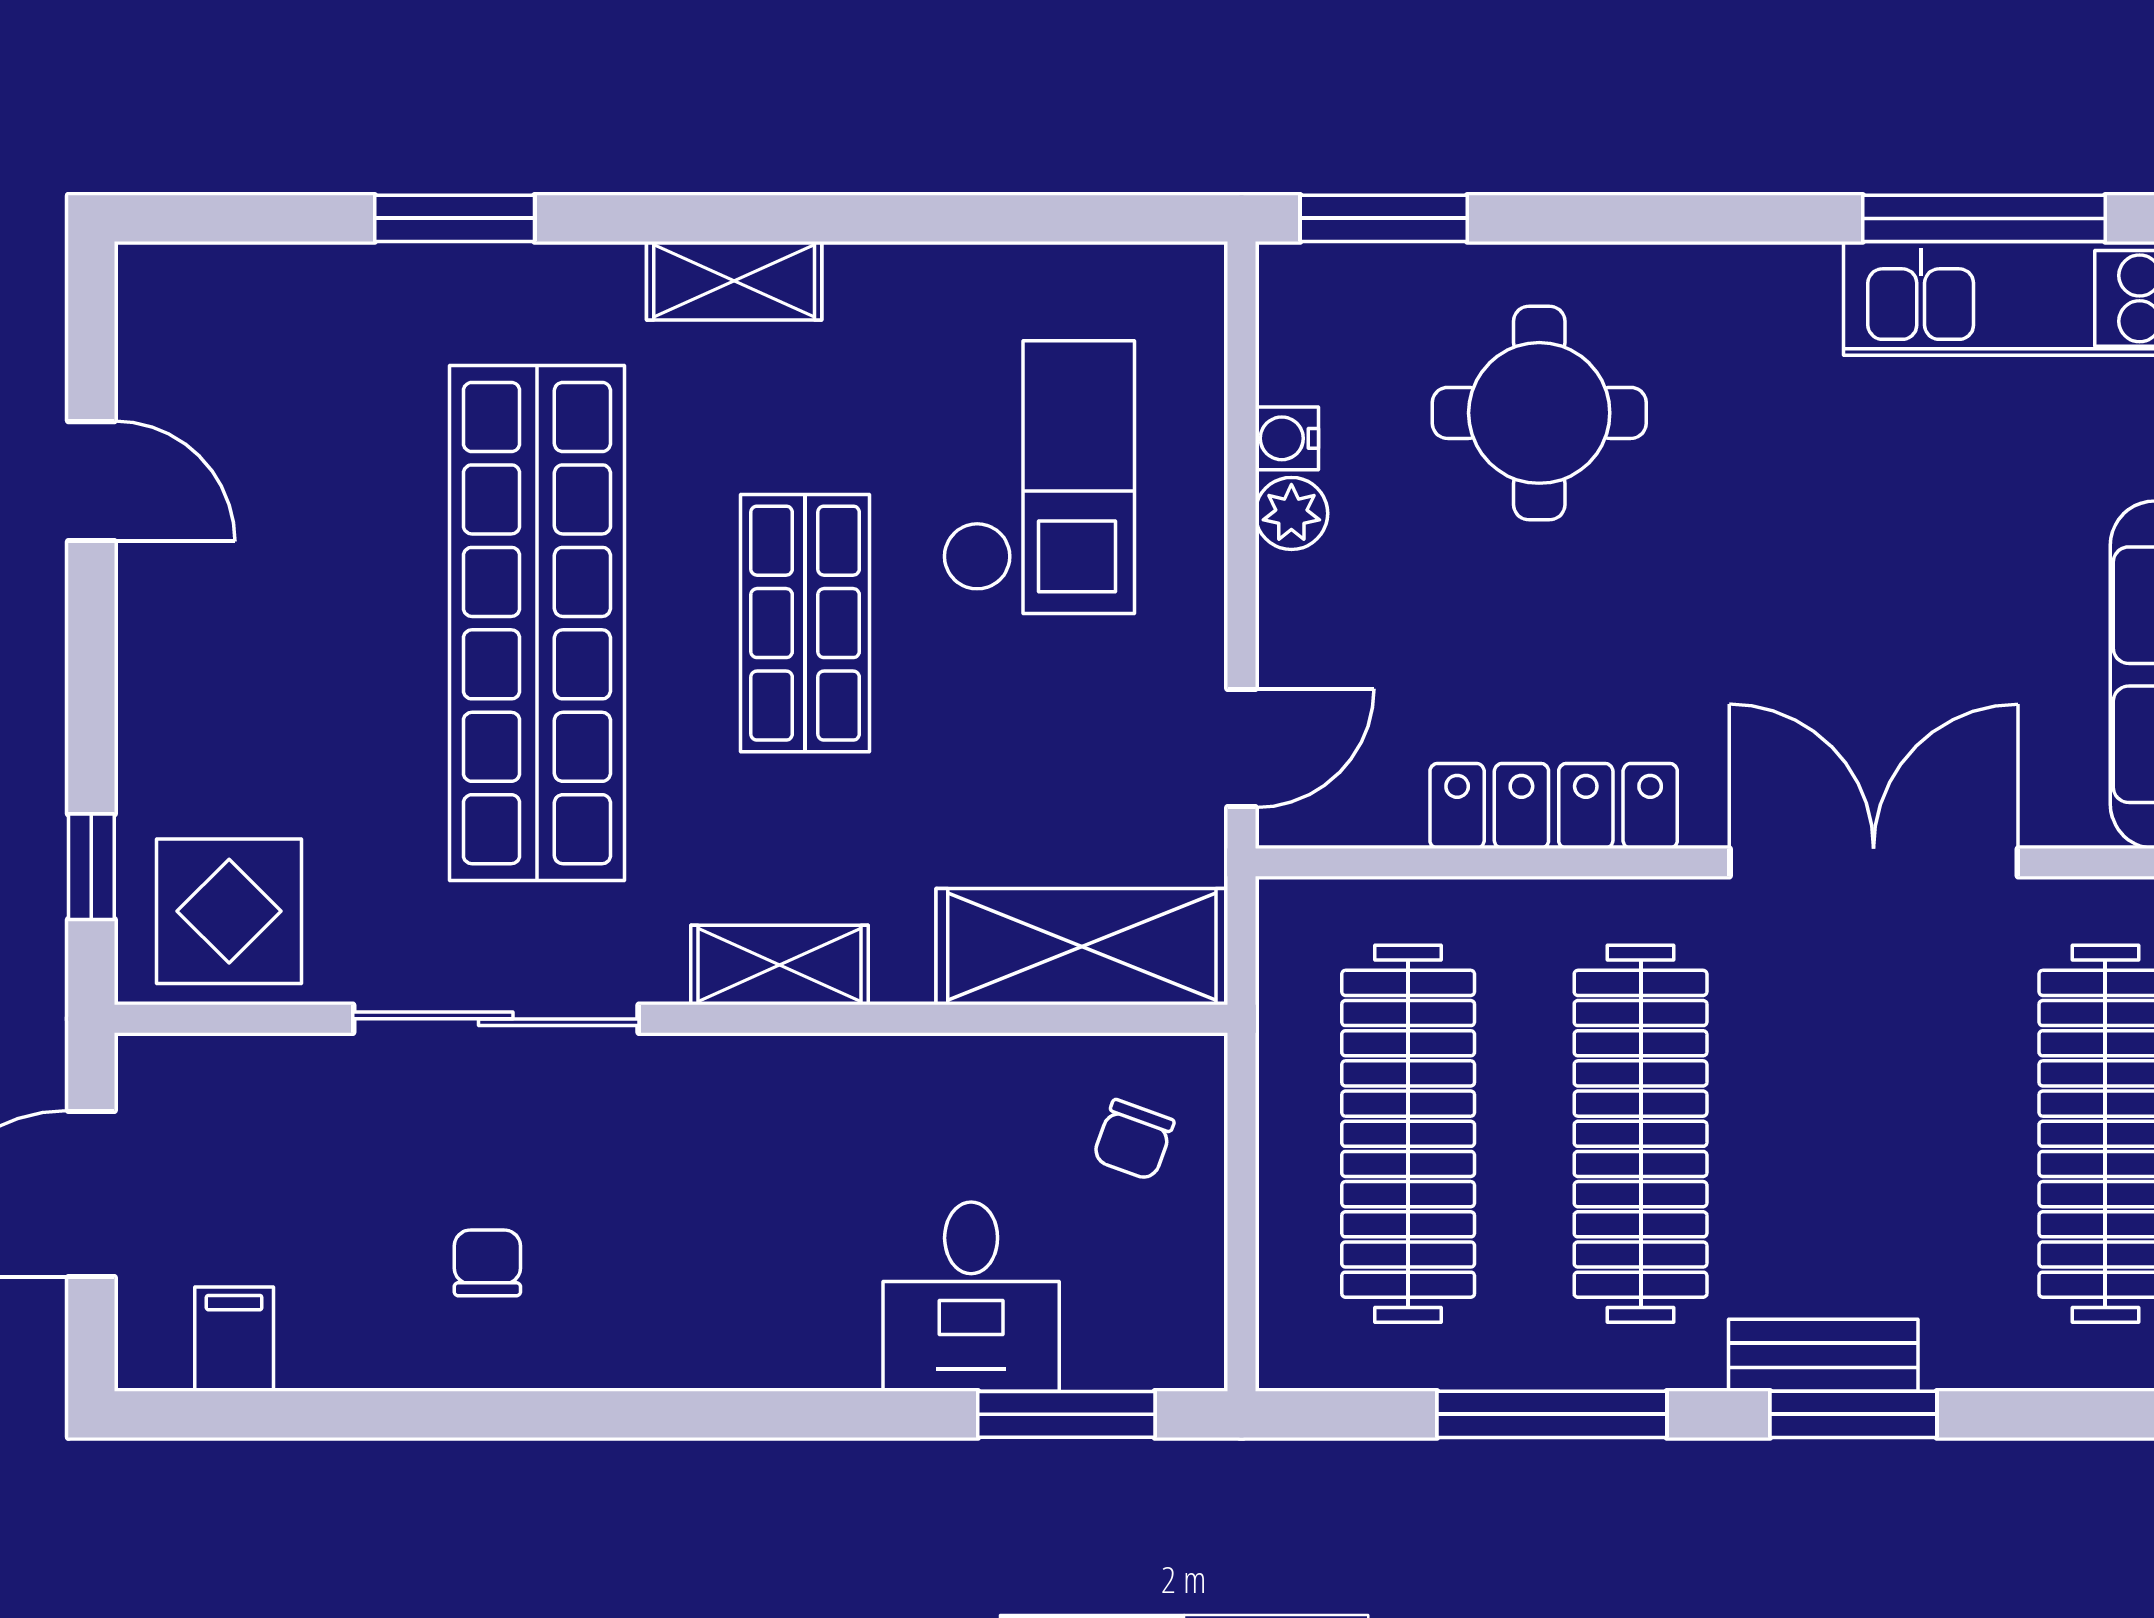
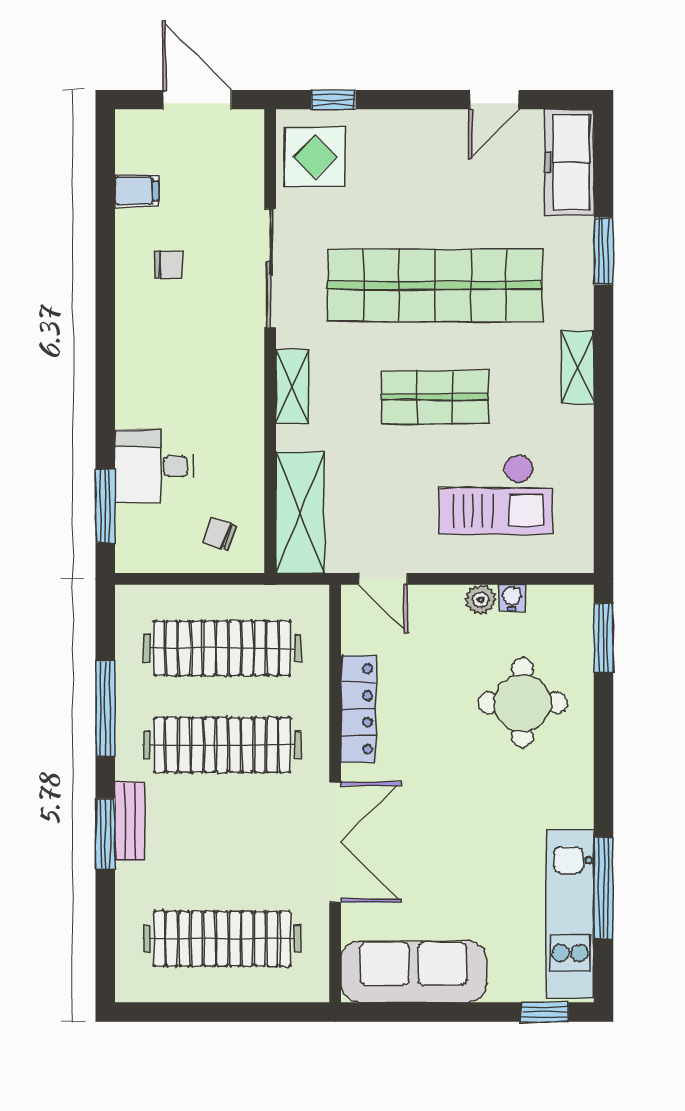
freezer: (242, 301) -> (569, 162), added
filing cabinet: (234, 1339) -> (137, 191), moved

